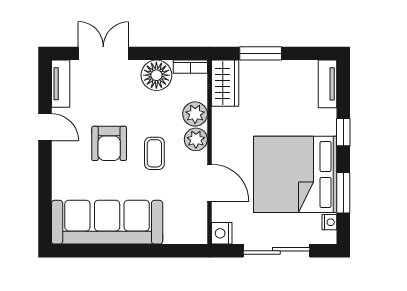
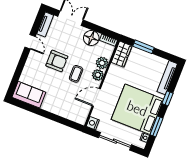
tv unit: (328, 84) -> (167, 78), width x1.41
armchair: (109, 143) -> (57, 61), turned -90
door: (209, 183) -> (96, 97), swing flipped
sofa: (107, 222) -> (29, 95), width x0.54, depth x0.79

